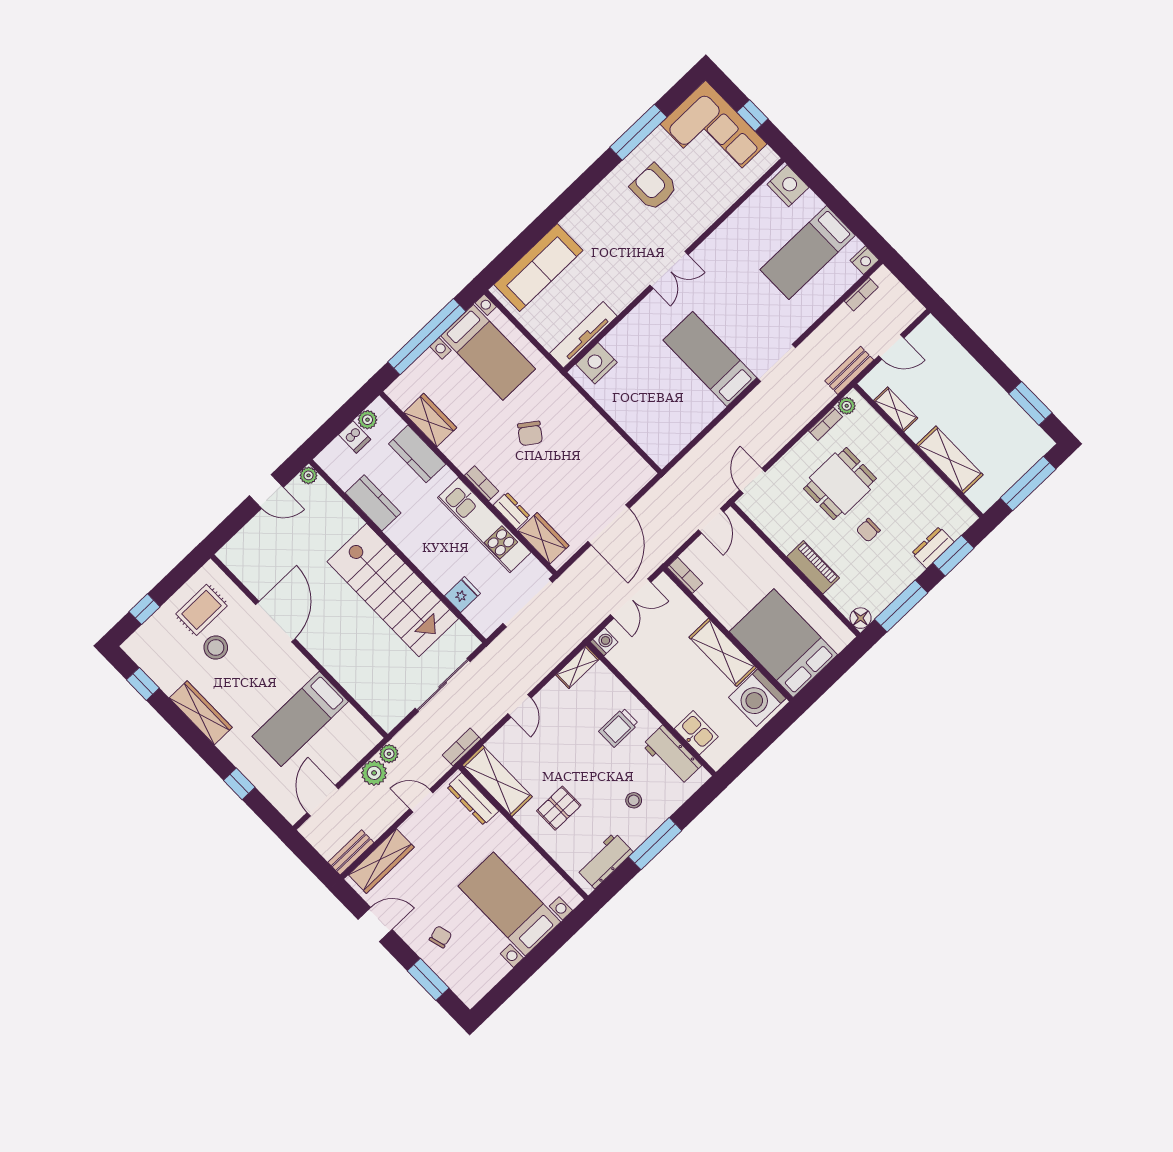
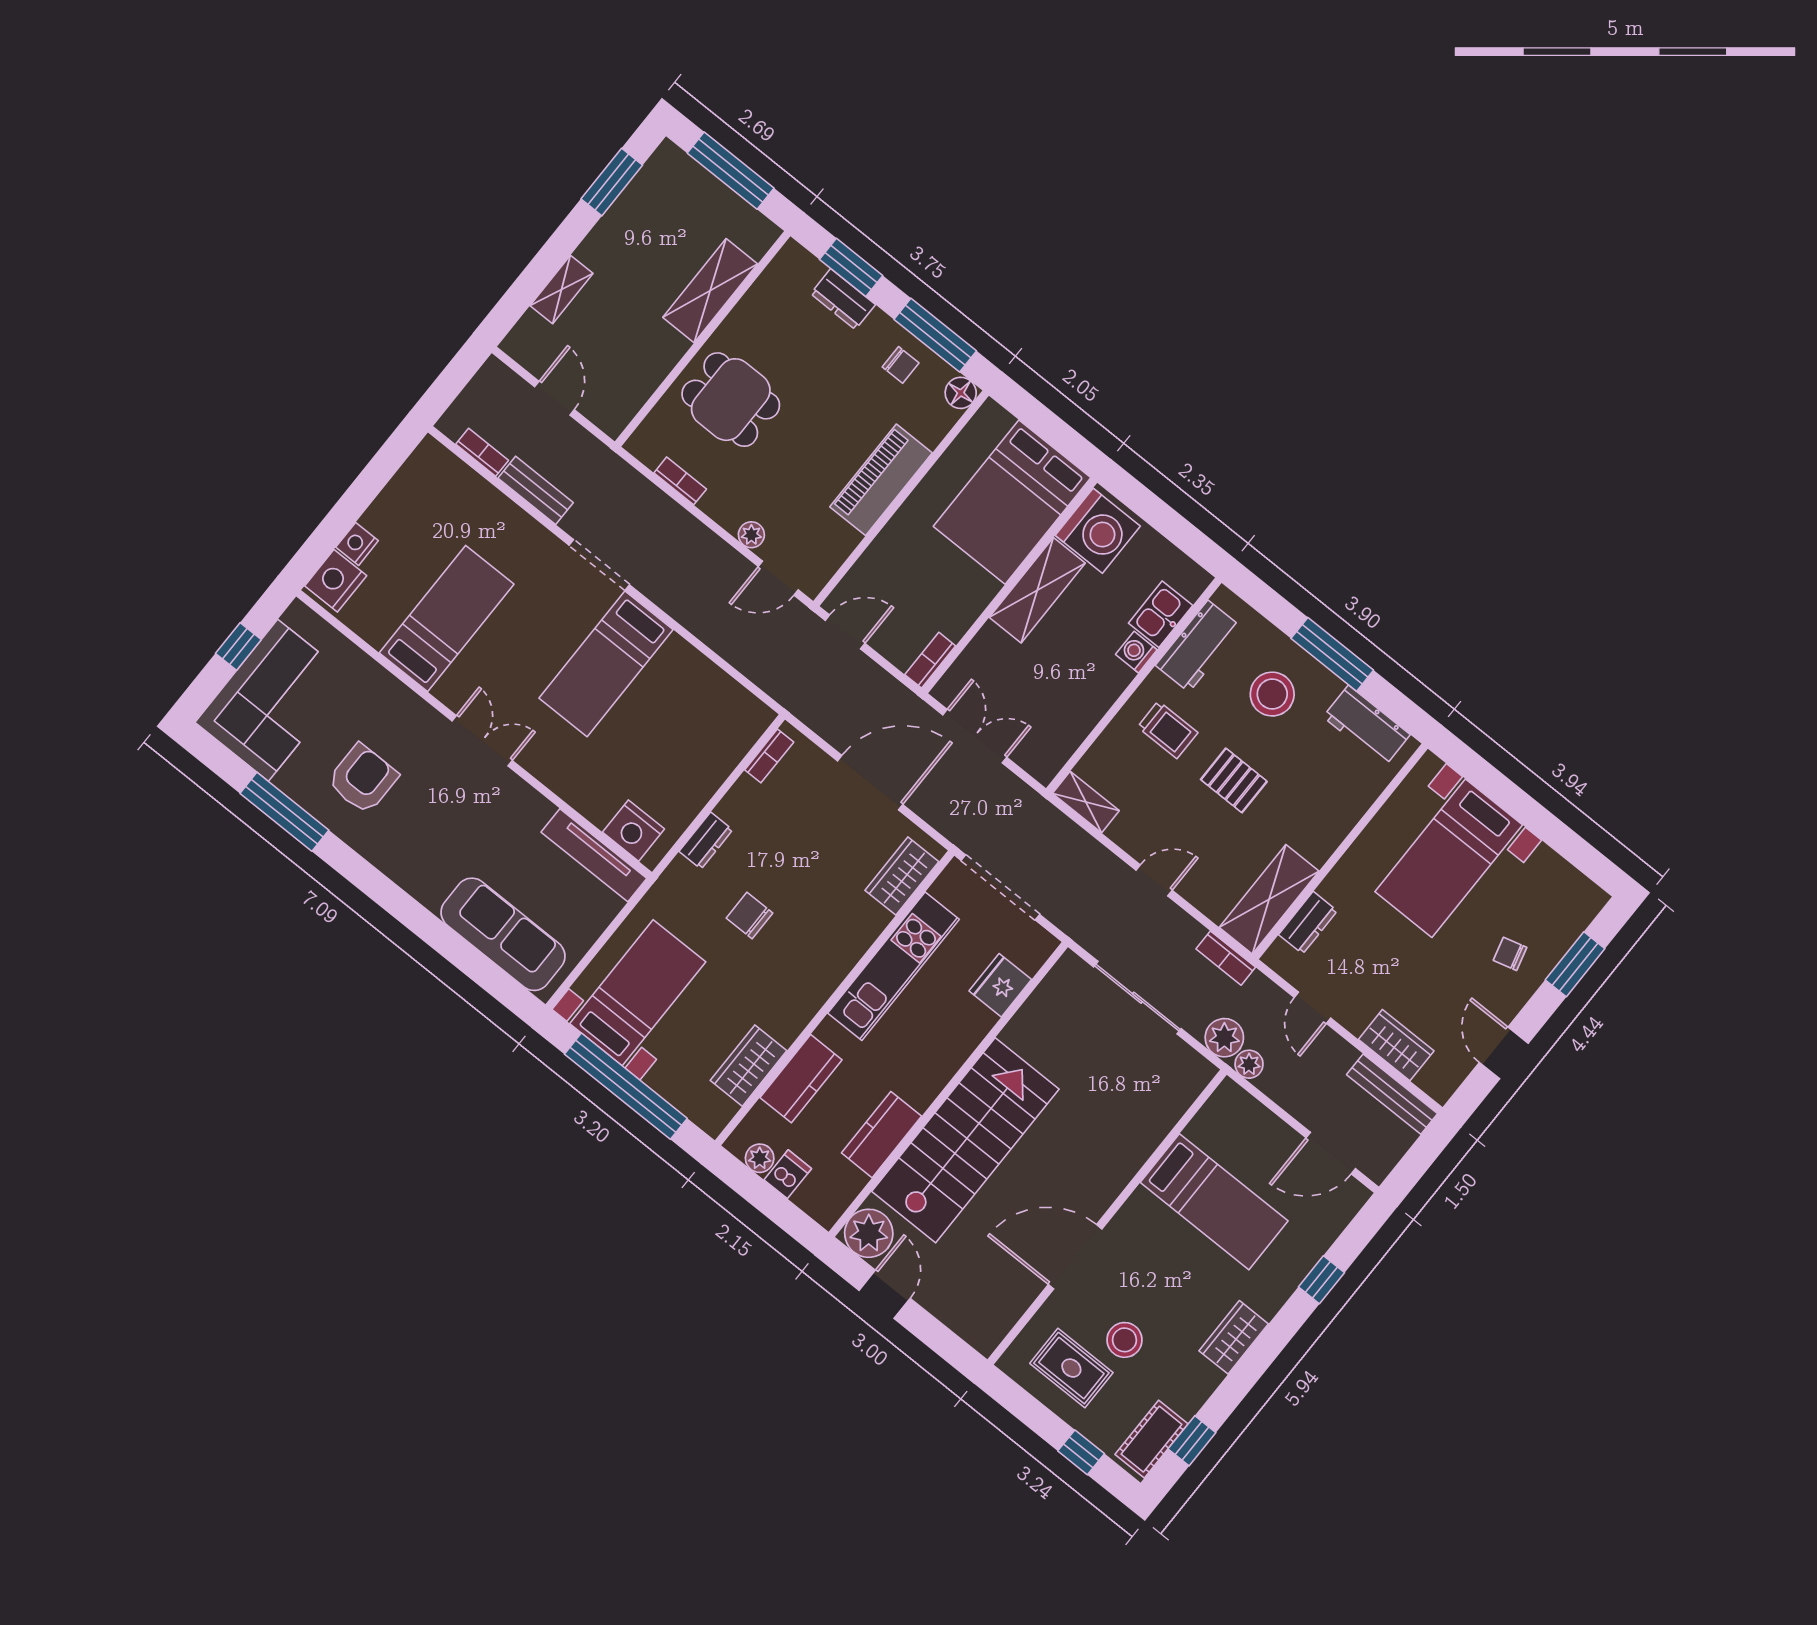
armchair: (654, 187) -> (363, 779), turned 180
bed: (808, 253) -> (447, 618), moved, turned -90
nightstand: (865, 260) -> (357, 544), moved, turned -90
bench: (849, 370) -> (536, 490), moved
plant: (847, 406) -> (751, 535), moved
shelving: (896, 409) -> (561, 290), moved
chair: (530, 433) -> (750, 916), turned -126
plant: (309, 475) -> (869, 1233), width x1.88, depth x1.88
bookcase: (482, 483) -> (769, 756), moved, turned 180
dining table: (840, 484) -> (731, 400), moved
dresser: (512, 511) -> (706, 841), moved, turned 180
chair: (868, 530) -> (901, 365), moved
piano: (813, 567) -> (881, 480), width x1.37, depth x1.33
stairs: (393, 590) -> (965, 1140), moved
fridge: (463, 595) -> (1000, 985), width x1.38
washing machine: (604, 642) -> (1136, 652), moved
cot: (147, 657) -> (1151, 1439), added
wardrobe: (201, 713) -> (1234, 1337), width x0.67
plant: (374, 773) -> (1224, 1038), moved
dresser: (473, 799) -> (1308, 923), width x0.70
stool: (634, 800) -> (1272, 694), width x1.89, depth x1.89
pallet: (559, 808) -> (1234, 780), moved
bench: (351, 852) -> (1392, 1094), width x1.36
wardrobe: (381, 861) -> (1396, 1045), width x0.67

